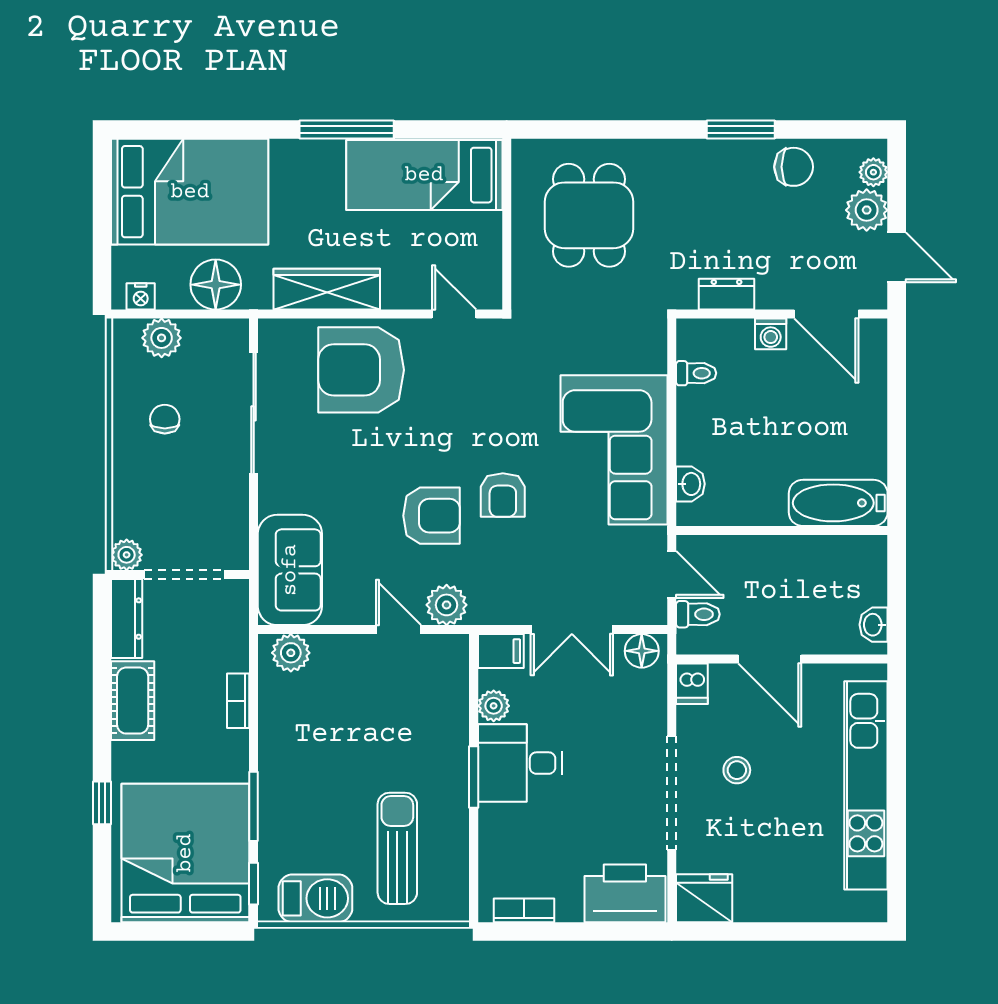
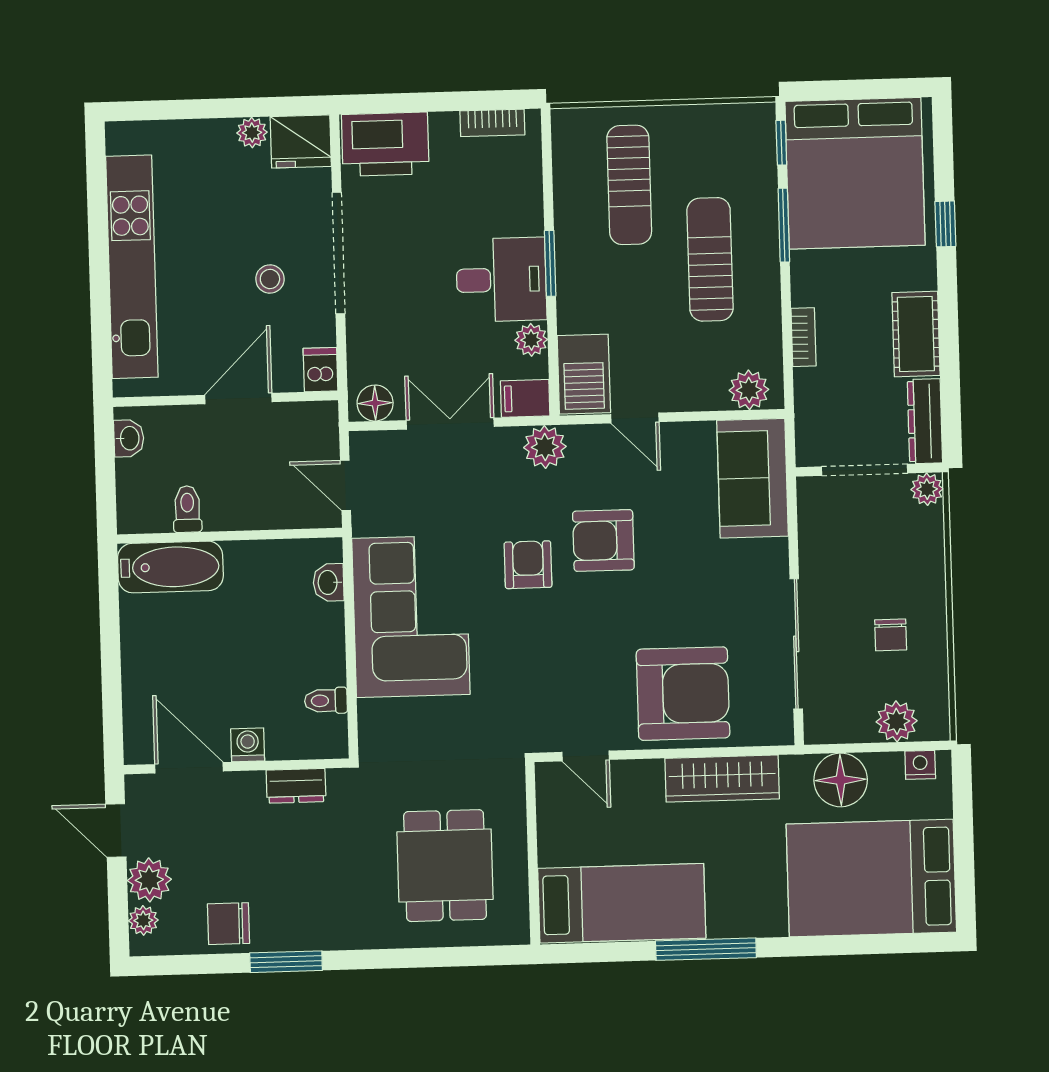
plant: (447, 605) -> (545, 447), moved
toilet: (698, 614) -> (187, 509), moved, turned 90
door: (770, 659) -> (238, 398), hinge flipped
sun lounger: (324, 776) -> (710, 259), added
barbecue: (315, 898) -> (584, 374), moved, turned -90
plant: (750, 908) -> (252, 133), added

